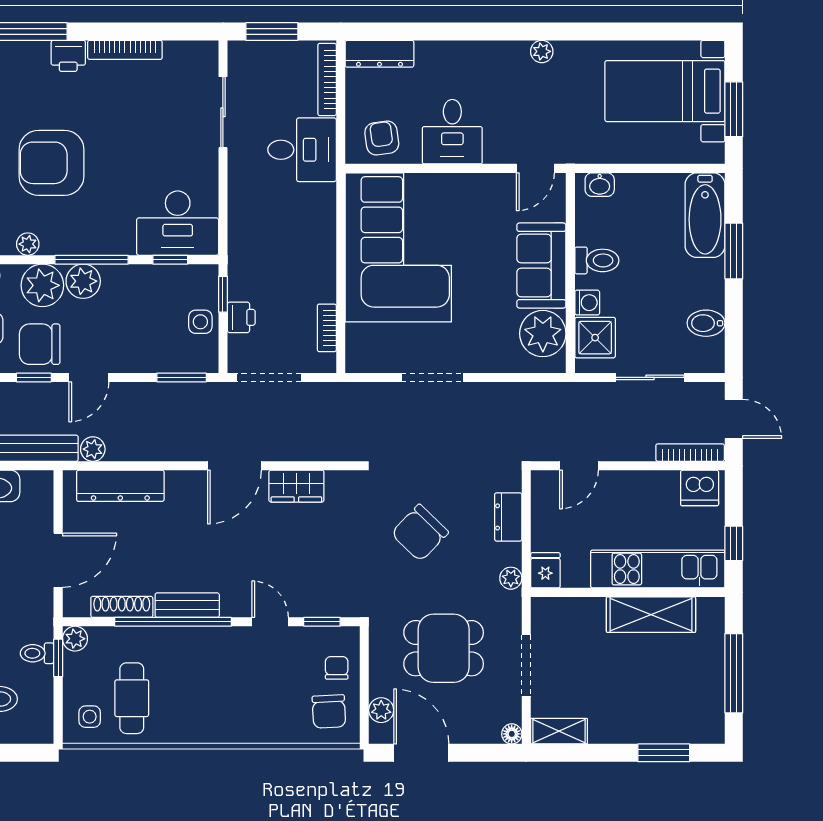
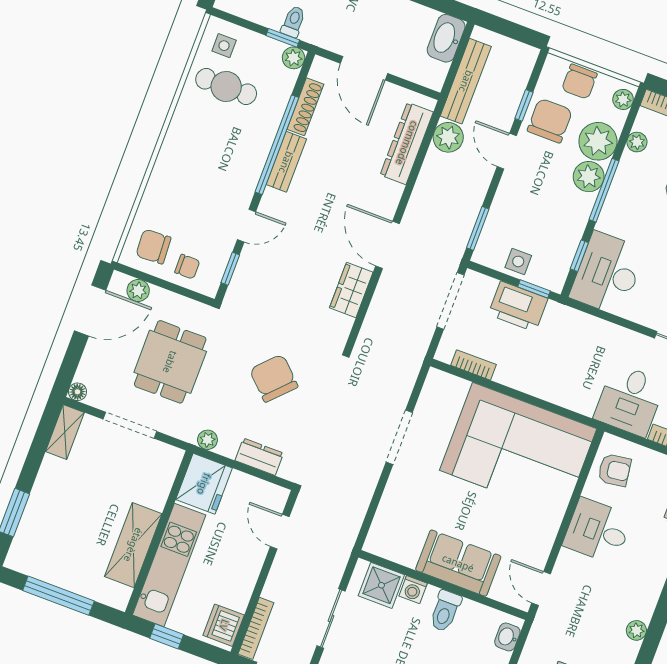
printer: (241, 317) -> (518, 307), width x1.87, depth x1.48
plant: (543, 334) -> (401, 543), removed
plant: (93, 449) -> (448, 137), width x1.38, depth x1.38
fridge: (545, 570) -> (204, 484), width x1.88, depth x1.34

